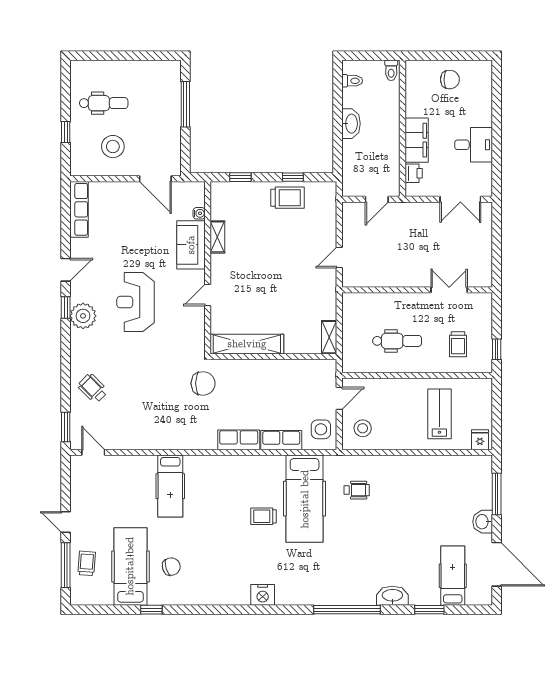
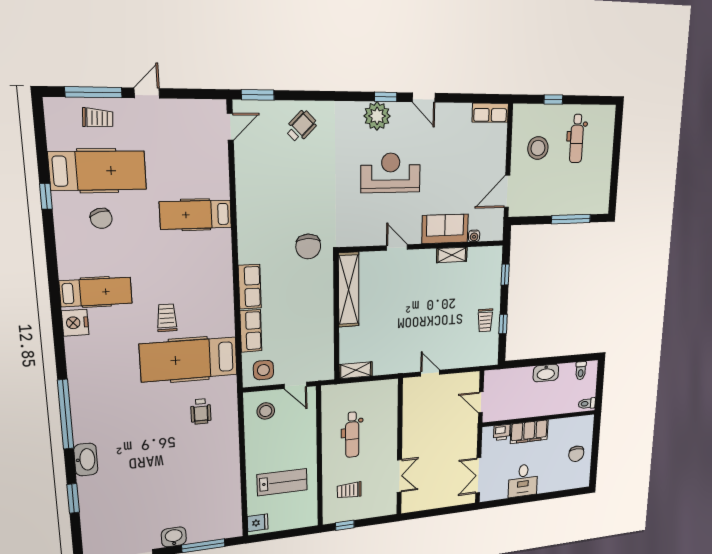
trolley: (287, 198) -> (485, 320), width x0.73, depth x0.72
row of seats: (79, 209) -> (490, 113), width x0.68
hospital bed: (453, 576) -> (96, 292), moved

